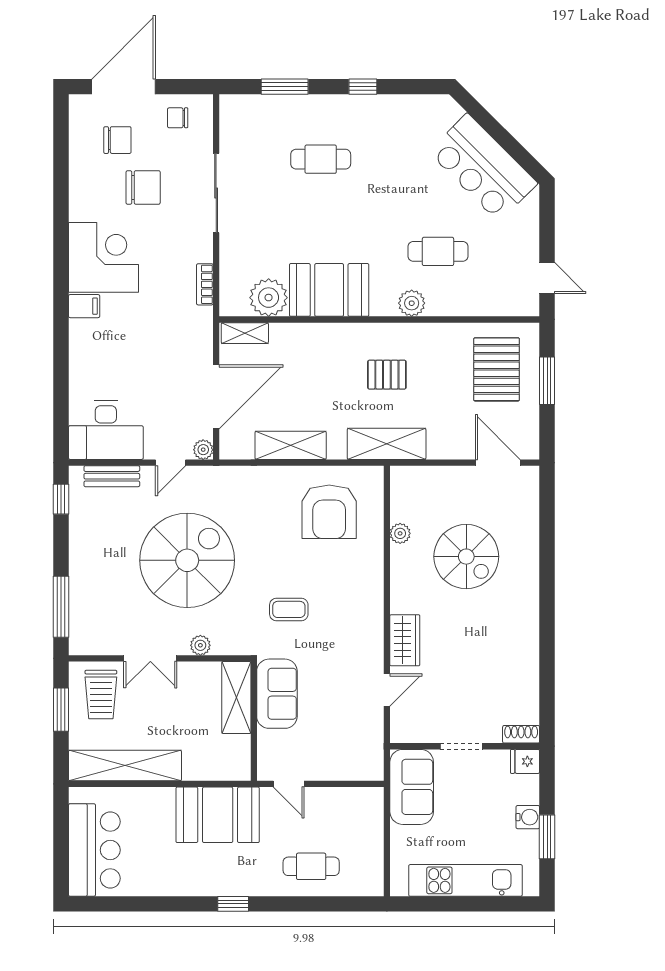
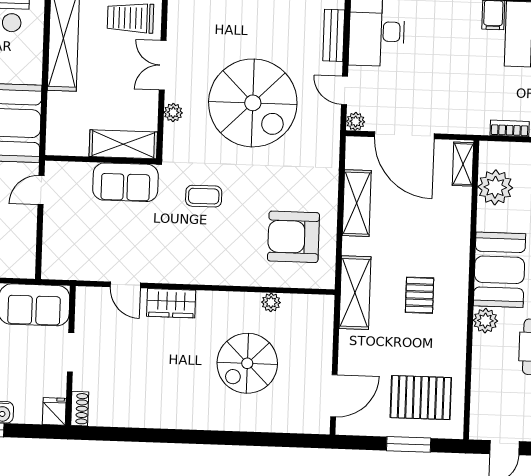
booth: (329, 290) -> (499, 270), moved
coffee table: (289, 609) -> (204, 196), turned 90

